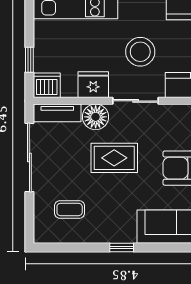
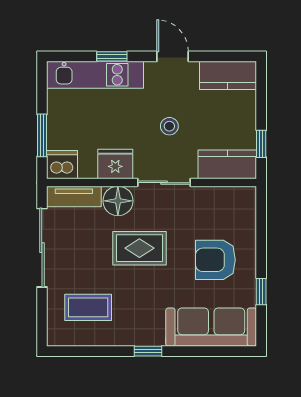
stool: (140, 52) -> (169, 126), width x0.53, depth x0.53
window: (29, 60) -> (42, 135), width x1.50
coffee table: (70, 209) -> (88, 307), width x1.36, depth x1.30

